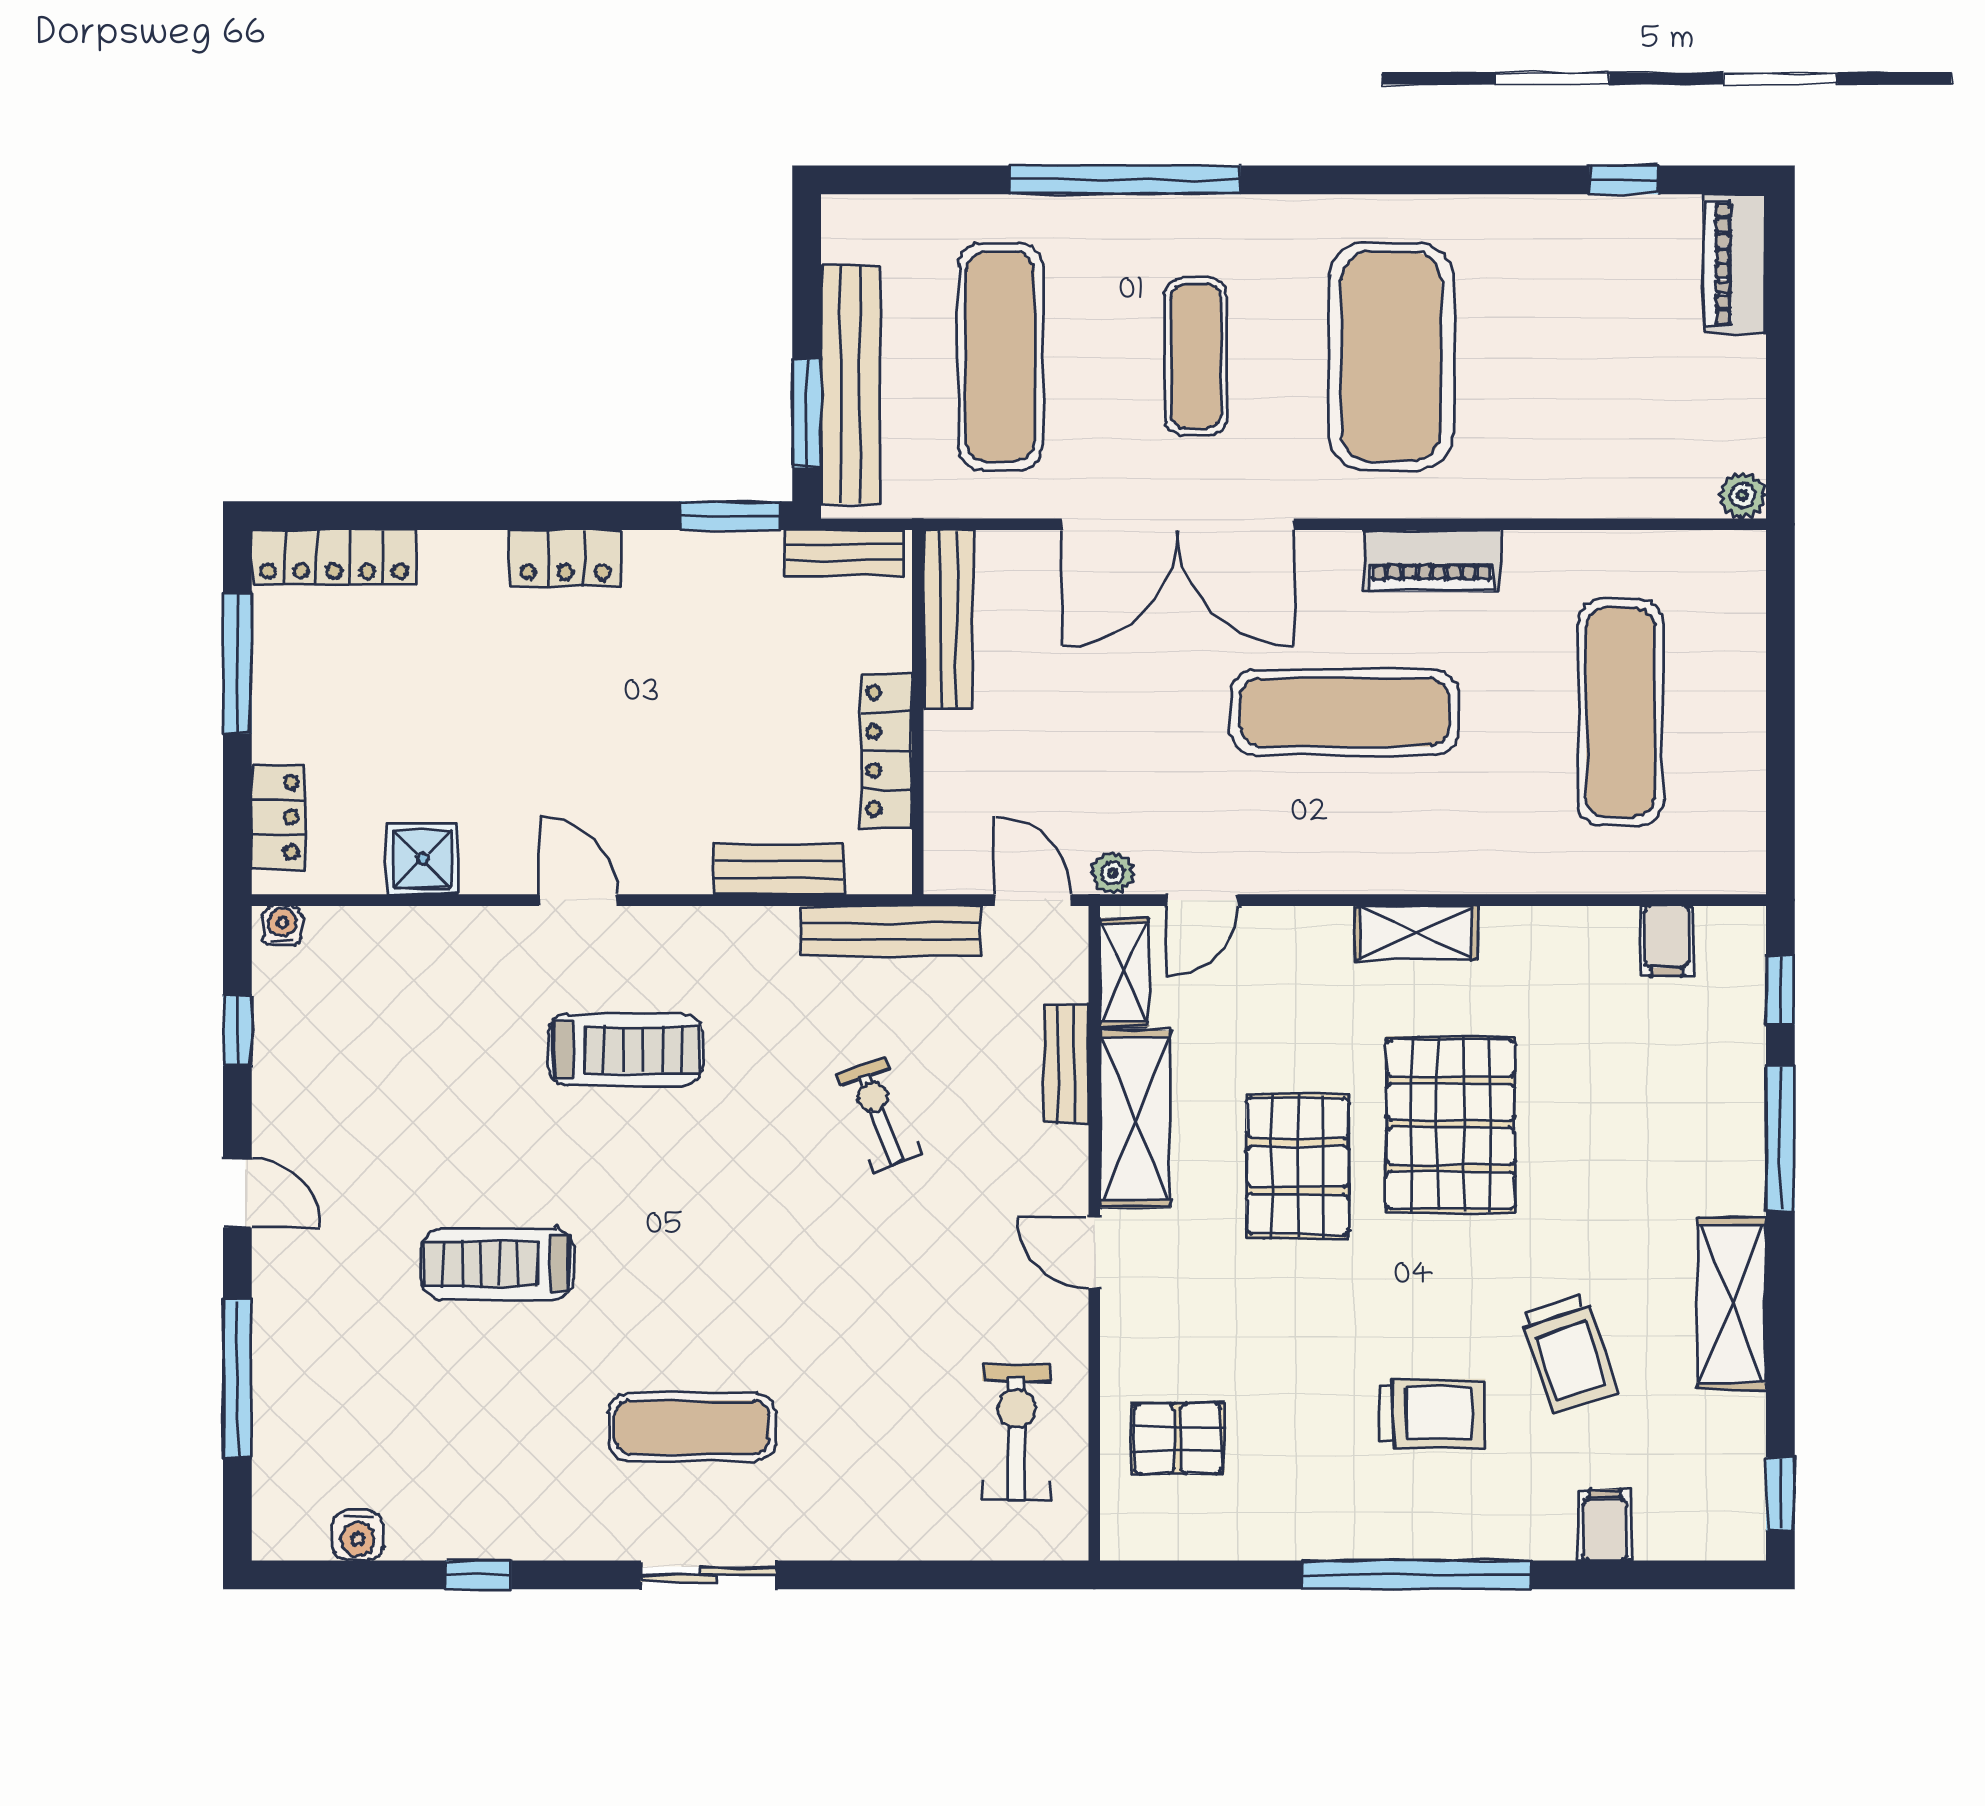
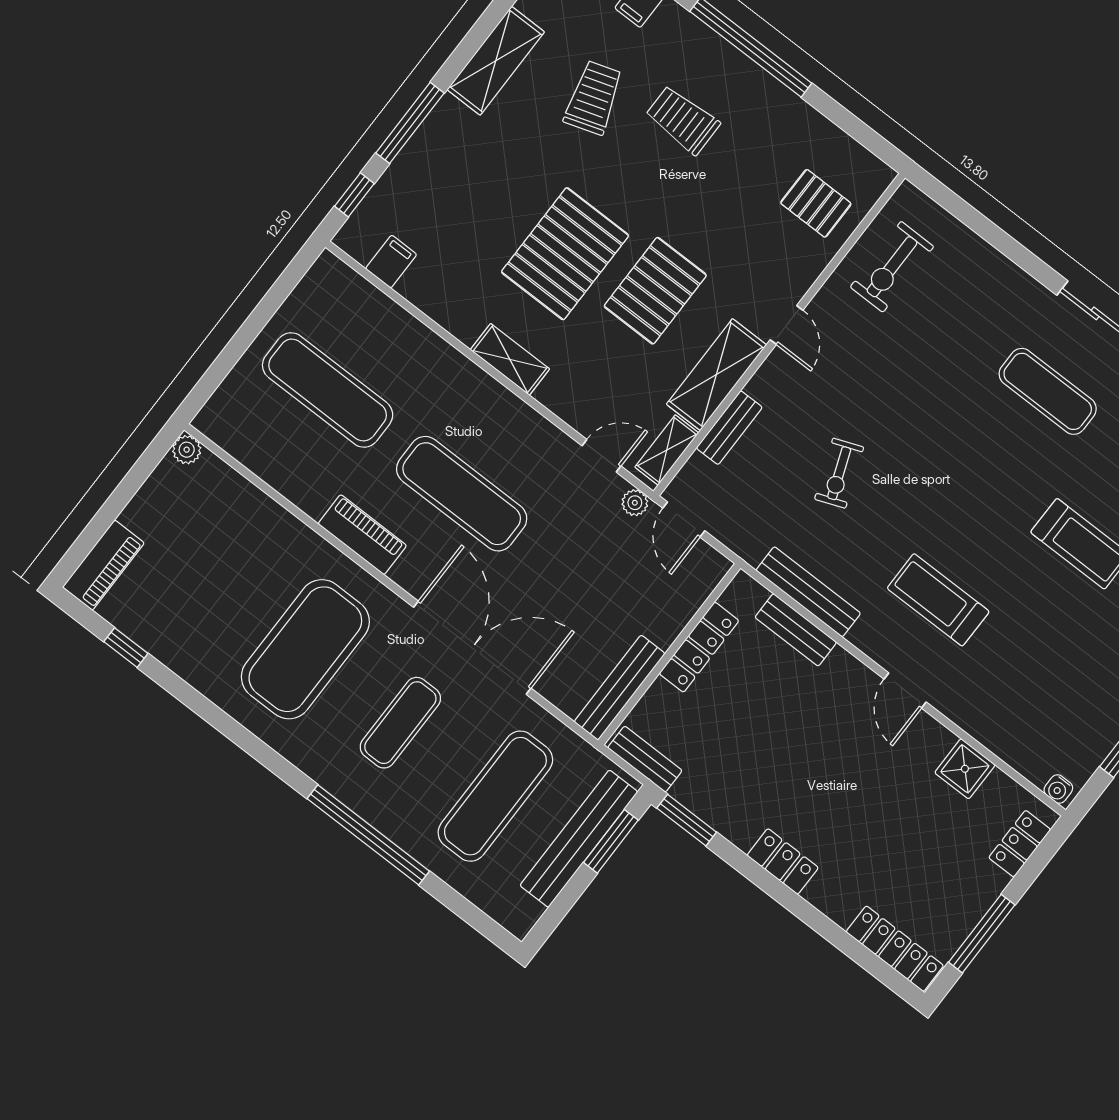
exercise mat: (1621, 712) -> (328, 390), turned 90
bench: (891, 931) -> (808, 592), moved

